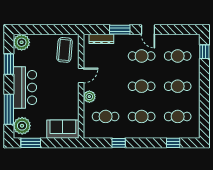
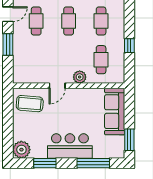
dresser: (101, 39) -> (18, 64), removed
door: (81, 76) -> (57, 86), swing flipped
plant: (22, 126) -> (111, 149), removed
sofa: (63, 129) -> (115, 112), width x1.36

